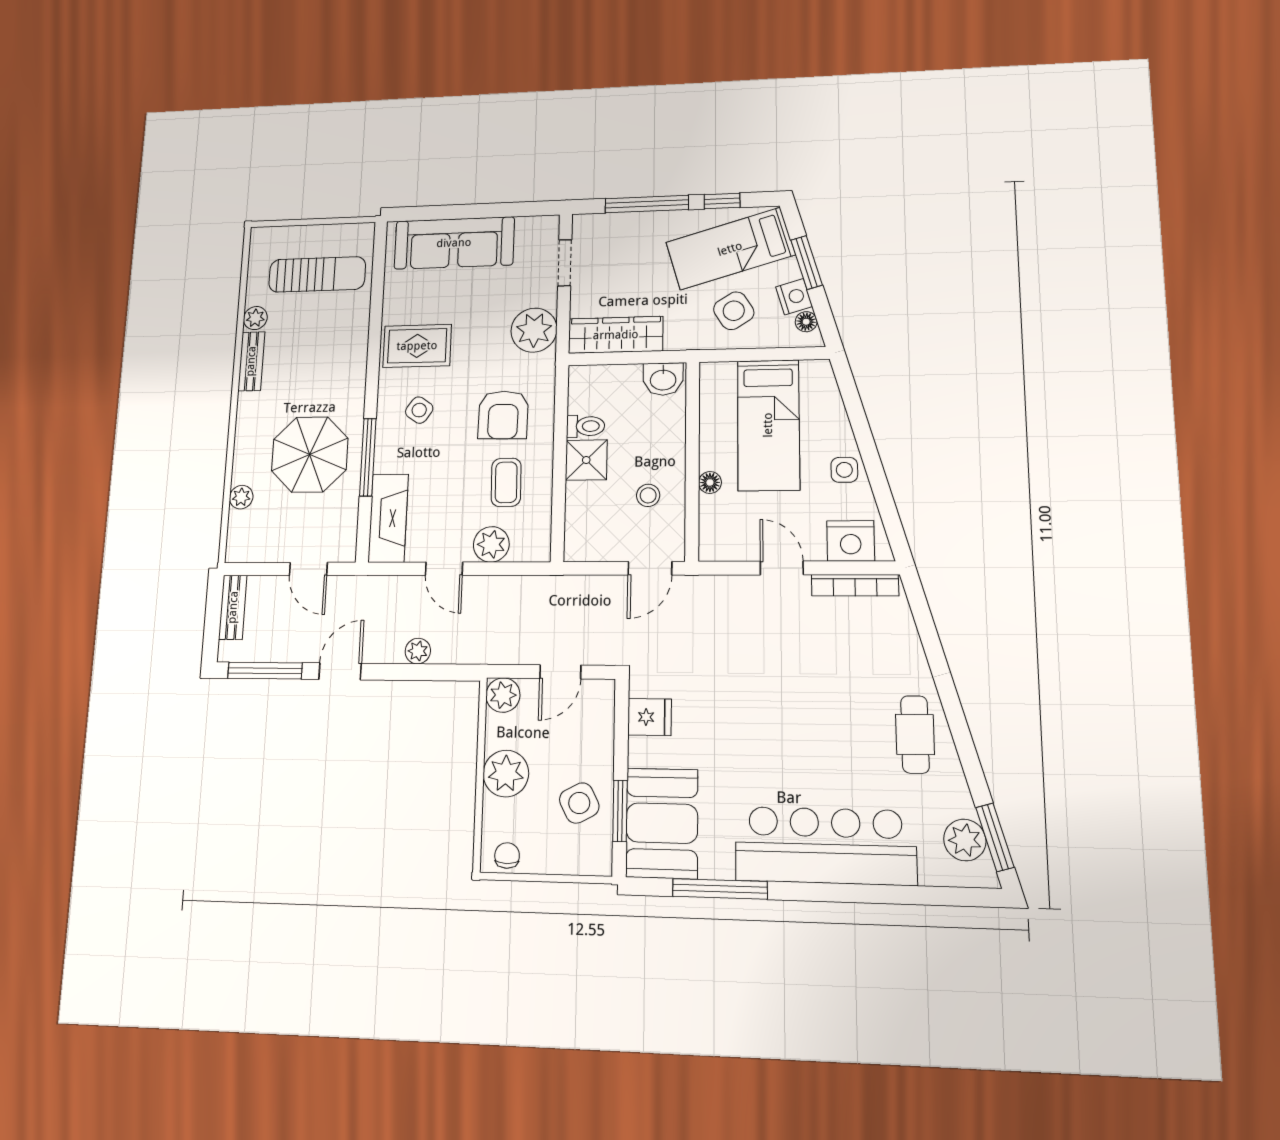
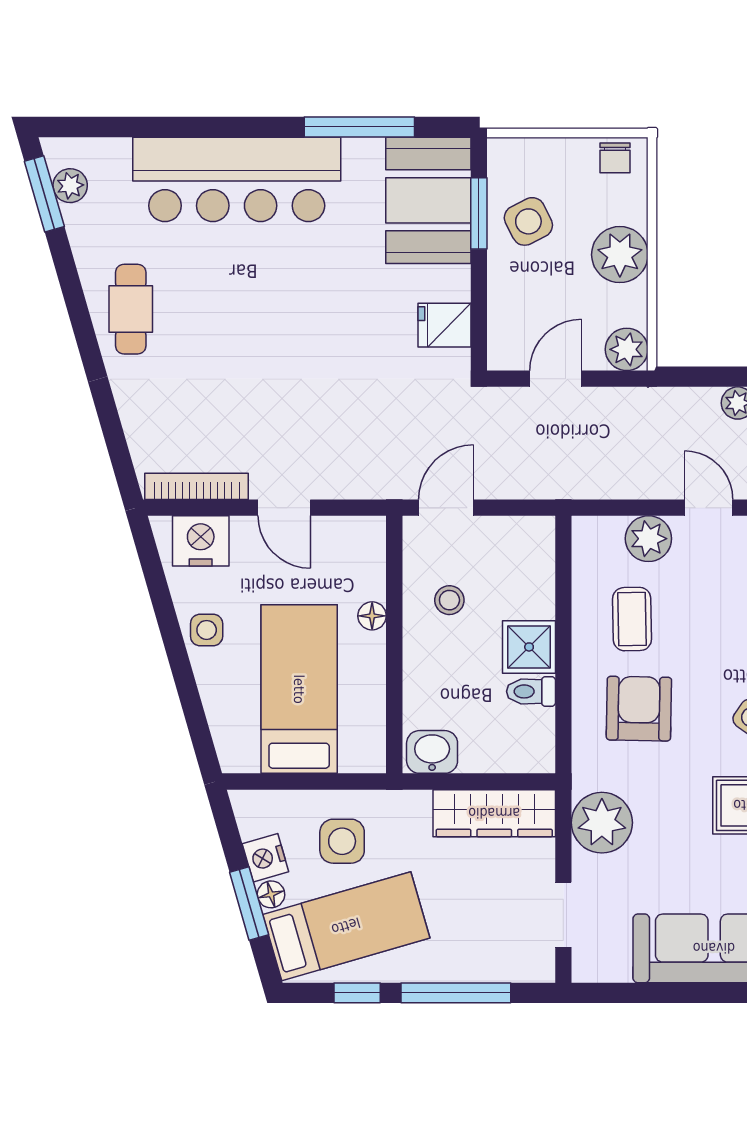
side table: (734, 311) -> (342, 841), turned 32
floor lamp: (806, 322) -> (271, 894), moved
plant: (965, 840) -> (70, 186), width x0.73, depth x0.73

